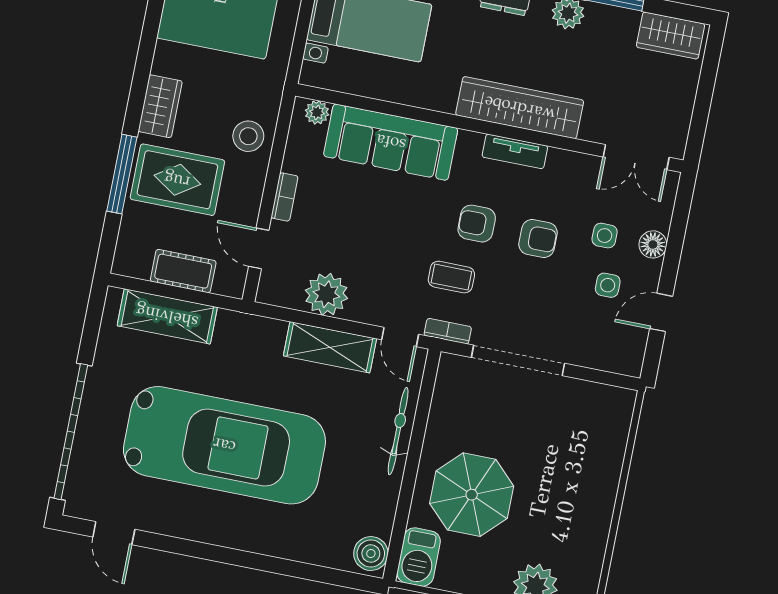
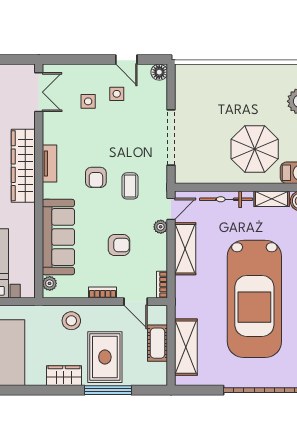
armchair: (538, 239) -> (119, 245), moved, turned 90
floor lamp: (653, 244) -> (159, 72), moved
door: (259, 248) -> (136, 302), hinge flipped
plant: (326, 294) -> (161, 227), moved, width x0.53, depth x0.53
bookcase: (448, 331) -> (162, 285), moved
car: (224, 445) -> (254, 299), turned 180
shelving: (384, 506) -> (272, 199), added

